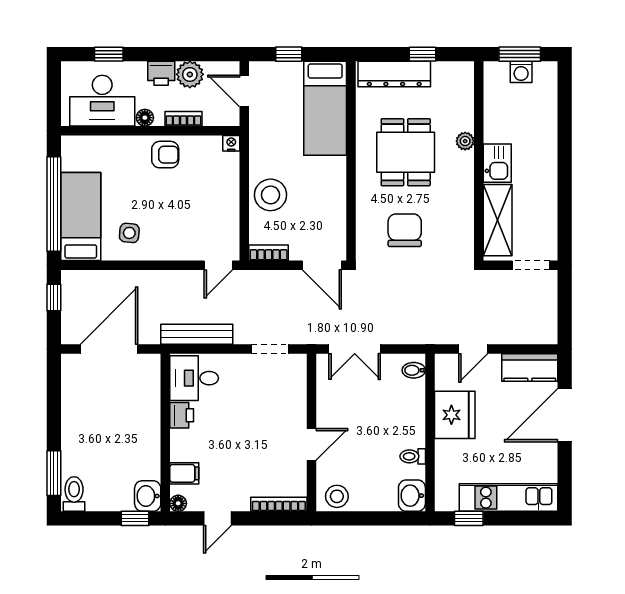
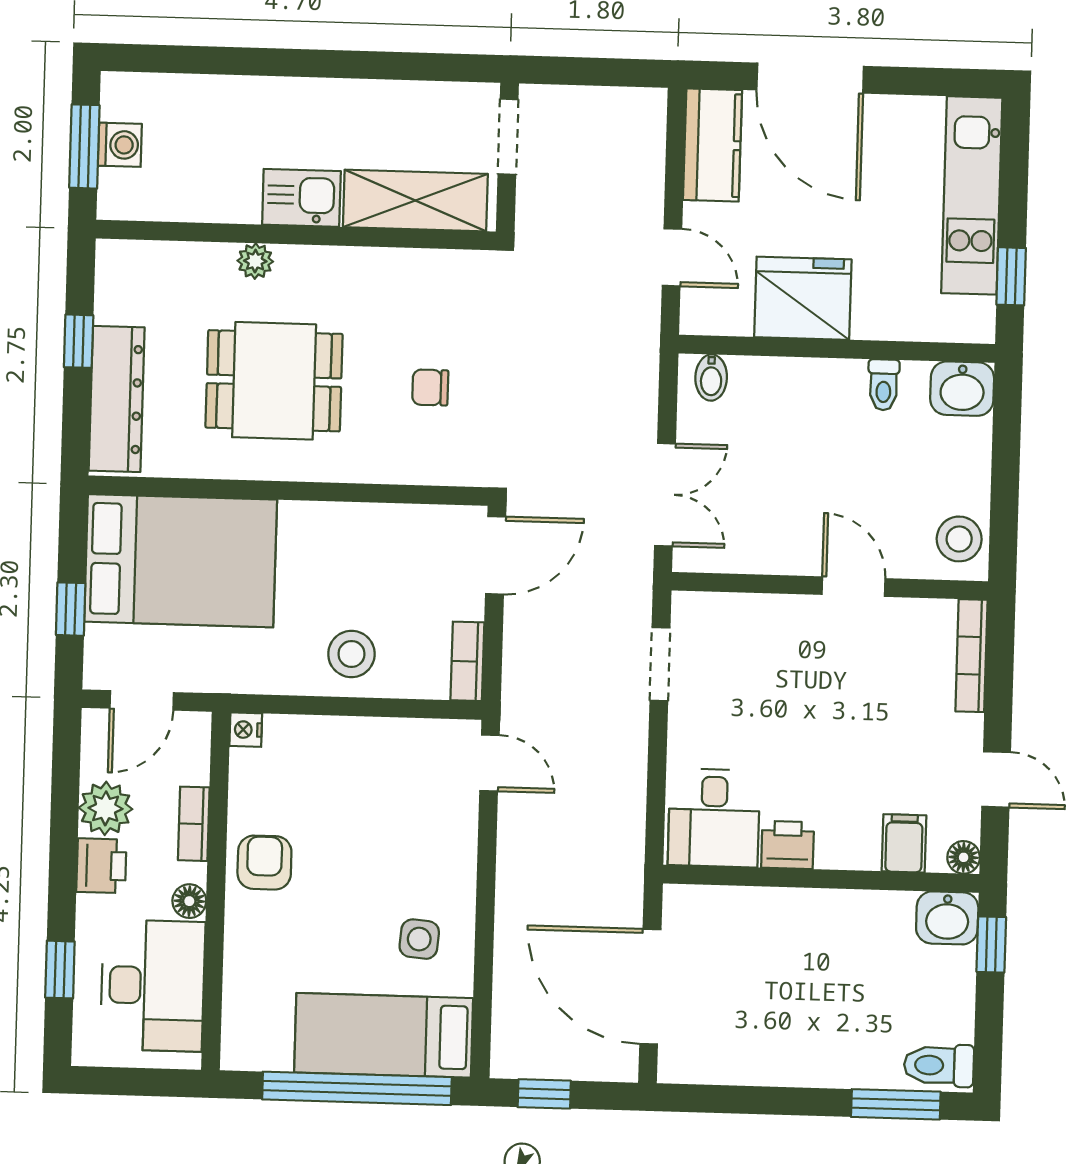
bed: (325, 108) -> (181, 561), width x1.50
stool: (271, 195) -> (351, 654), width x0.73, depth x0.73
chair: (405, 230) -> (430, 387), width x0.54, depth x0.54
bench: (197, 334) -> (626, 810), removed

